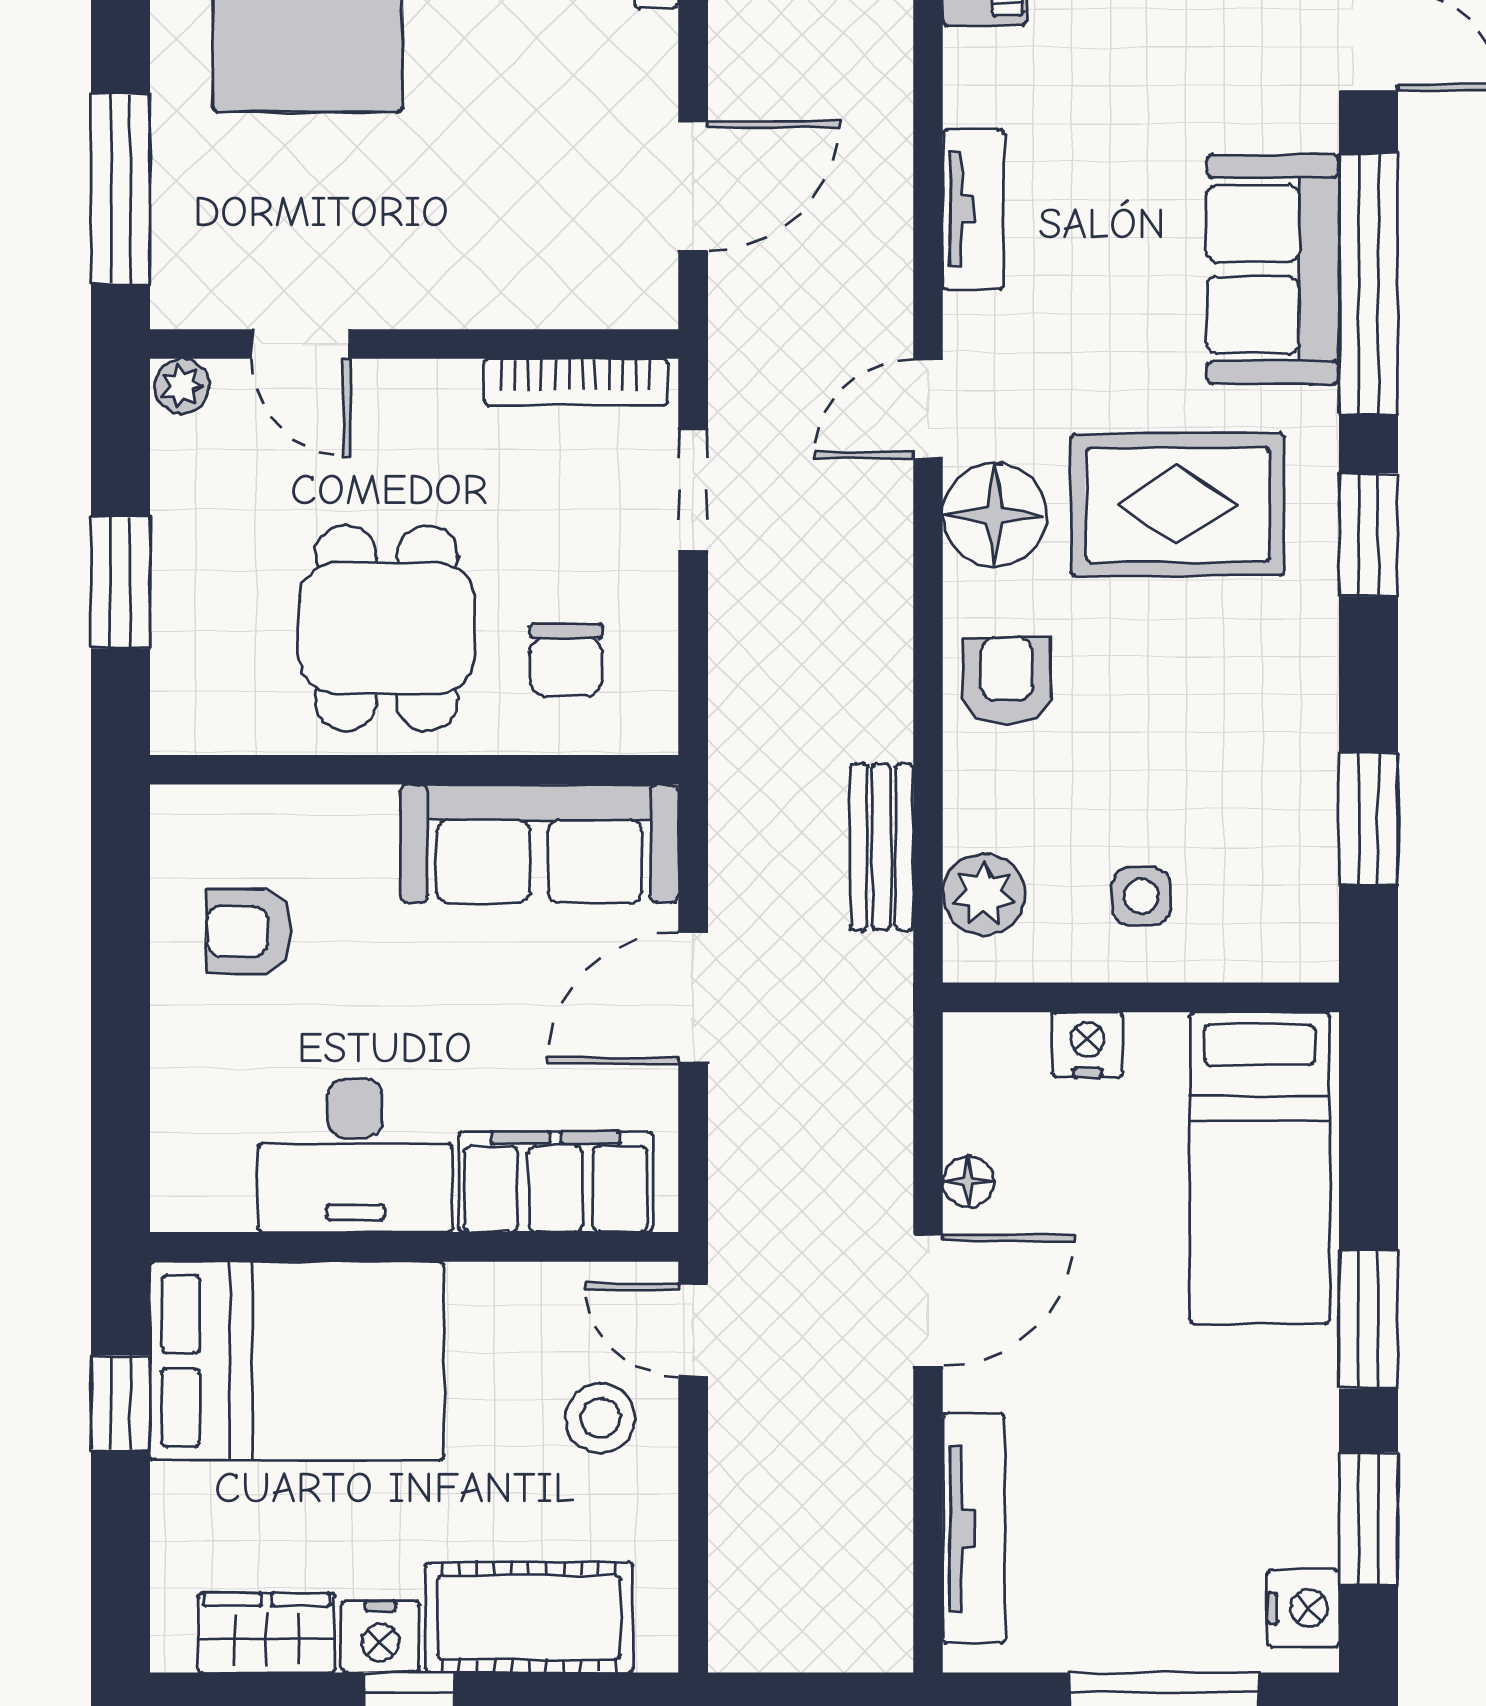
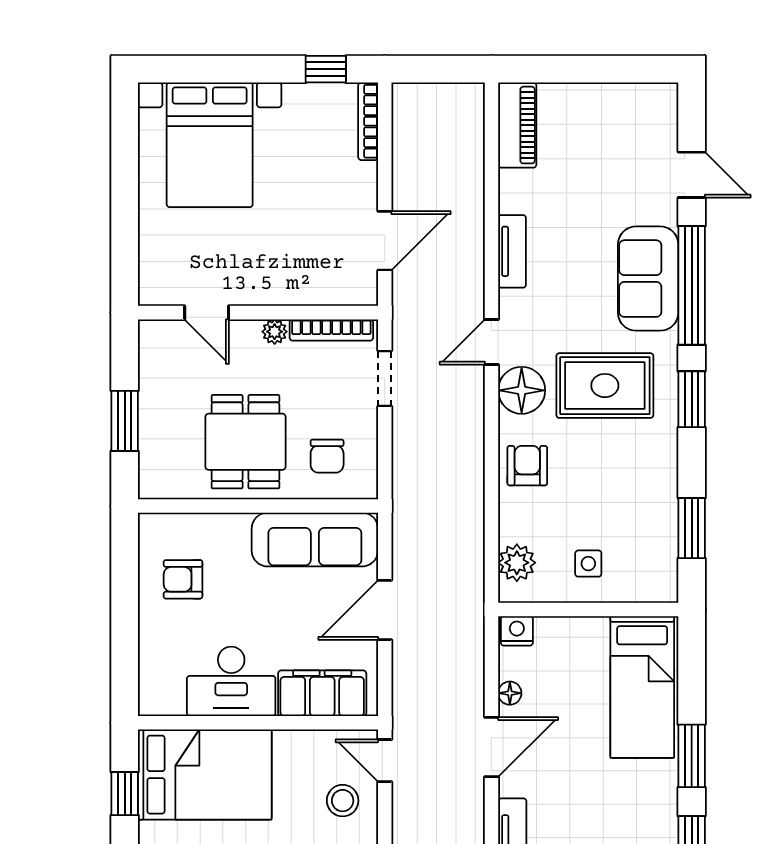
window: (121, 189) -> (125, 242), removed
plant: (182, 386) -> (275, 332), moved
bench: (881, 847) -> (470, 541), removed
nightstand: (1087, 1045) -> (517, 631), moved

